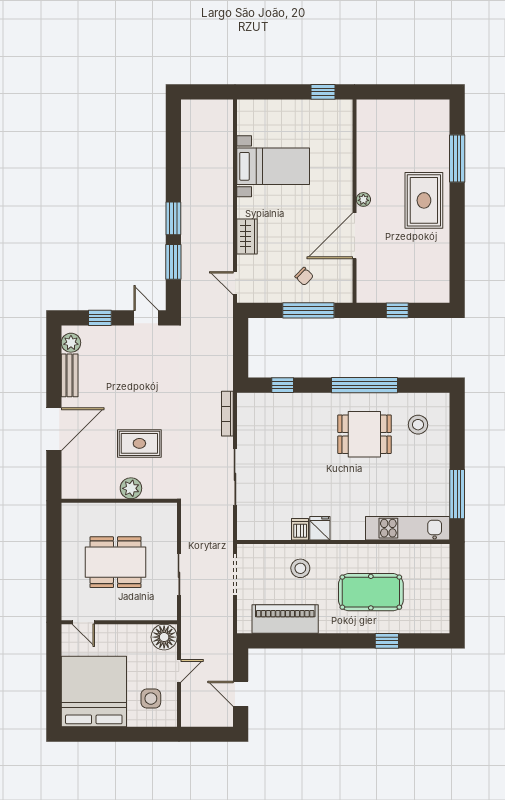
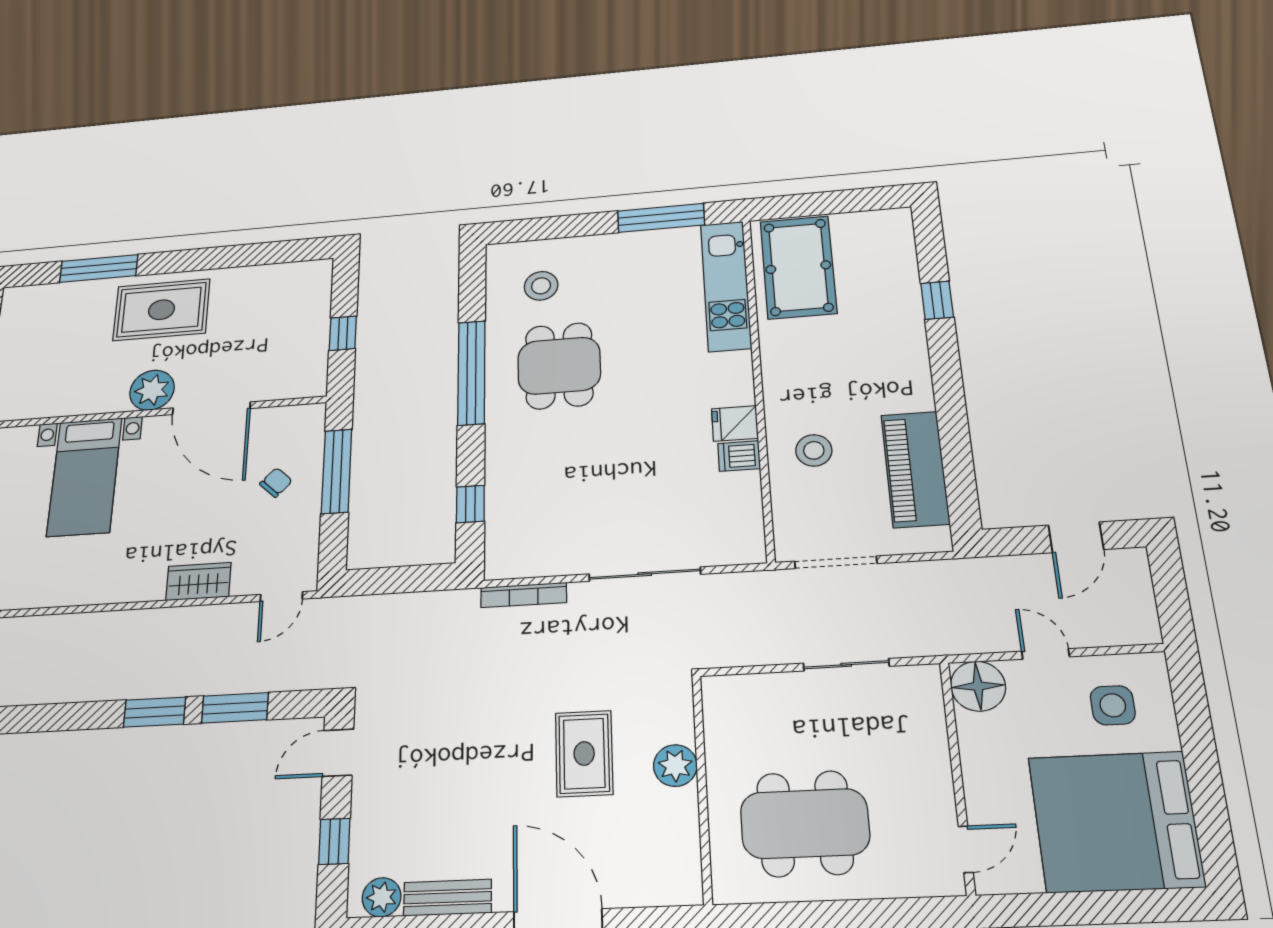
bed with nightstands: (273, 166) -> (85, 477), moved, turned 180
plant: (363, 199) -> (152, 390), width x1.88, depth x1.88
dining table: (115, 562) -> (805, 824), moved, turned 90
pool table: (371, 592) -> (798, 267), moved

